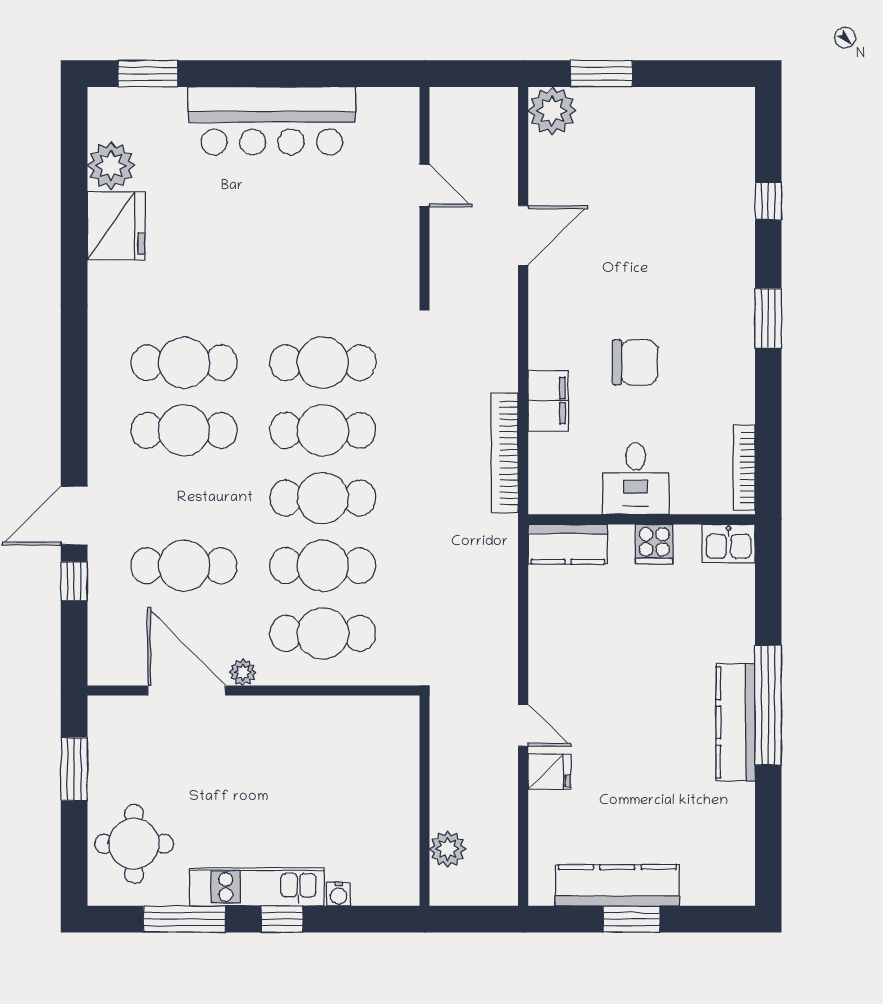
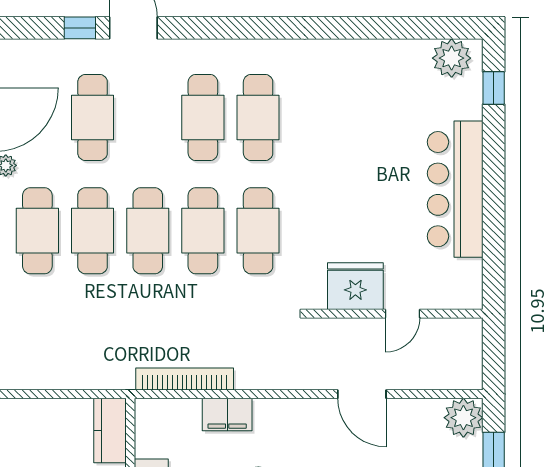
window: (148, 74) -> (494, 88), width x0.67
plant: (111, 165) -> (452, 58), moved
fridge: (116, 226) -> (355, 286), moved, turned 180

